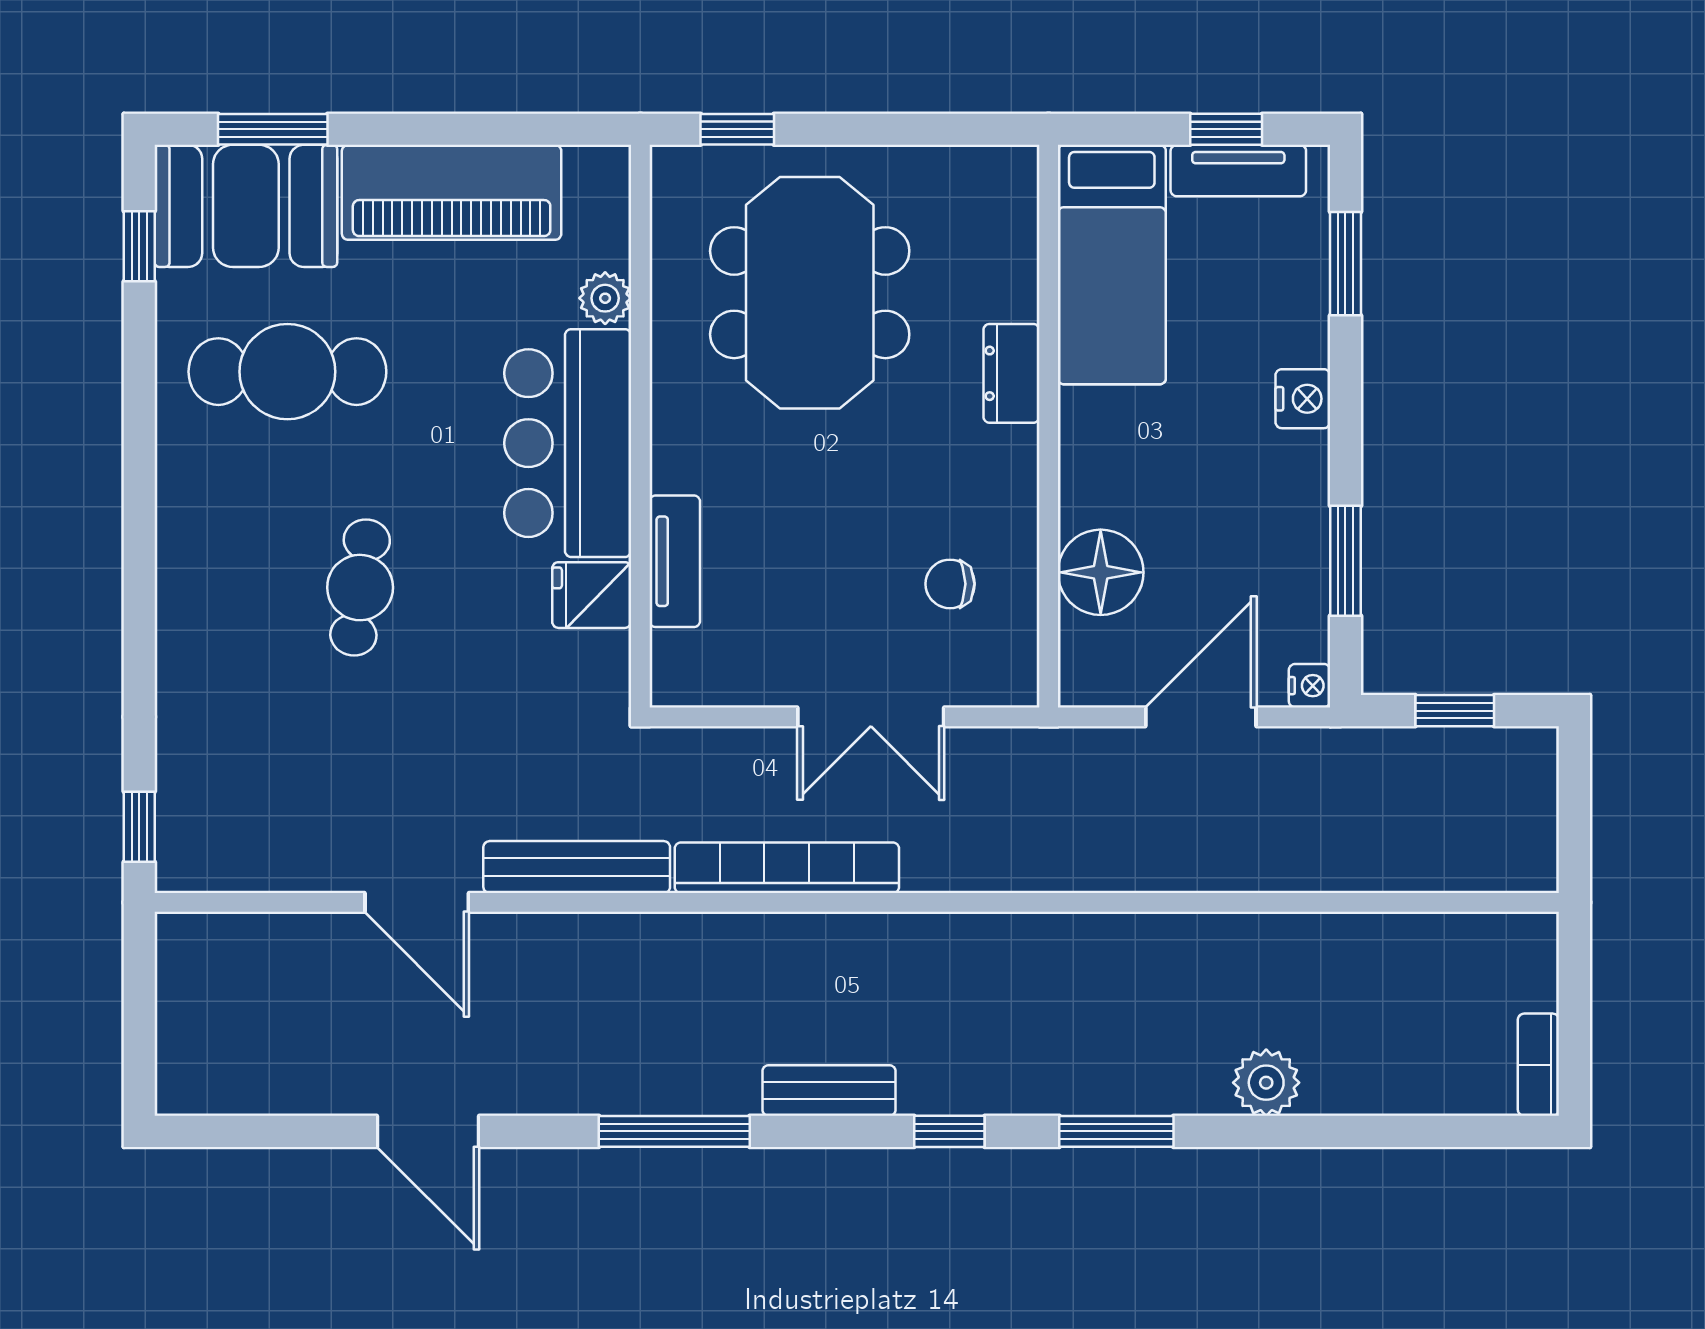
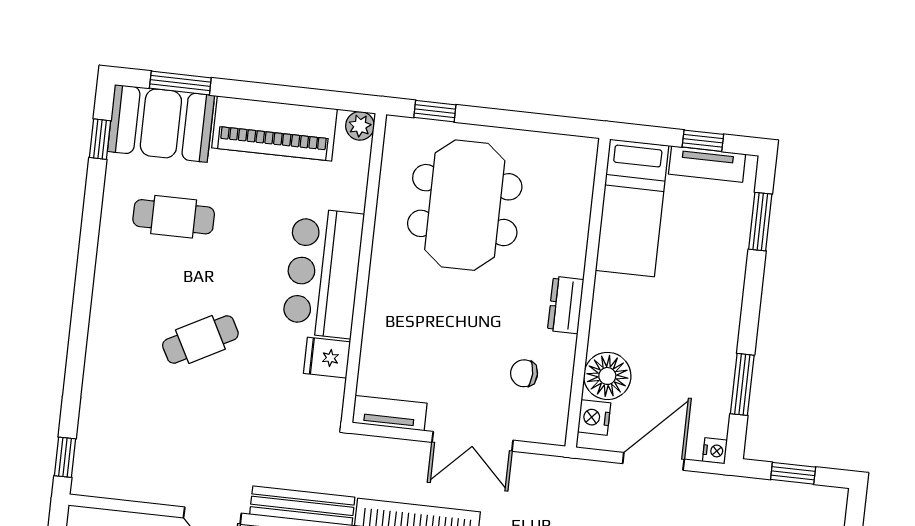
plant: (605, 298) -> (360, 126), moved
cafe table: (287, 372) -> (174, 217), width x0.73, depth x0.74
dresser: (1011, 373) -> (566, 305), moved
nightstand: (1303, 399) -> (594, 417), moved, turned 180
tv unit: (675, 561) -> (390, 413), moved, turned -90
cafe table: (360, 588) -> (200, 340), turned 54

